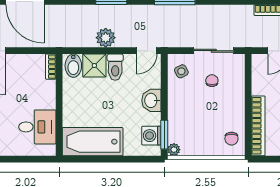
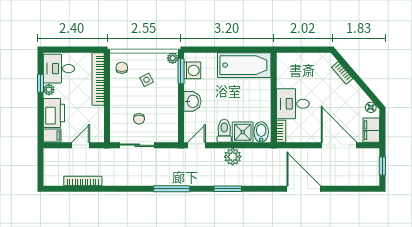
side table: (181, 71) -> (147, 80), moved
desk: (37, 127) -> (293, 104), moved

